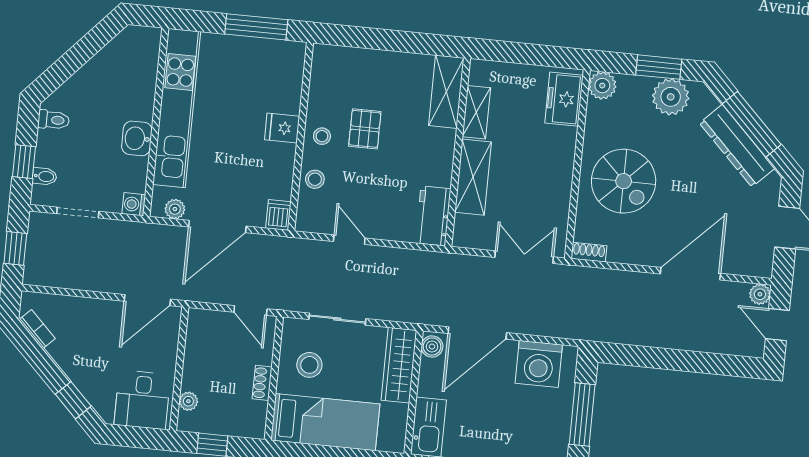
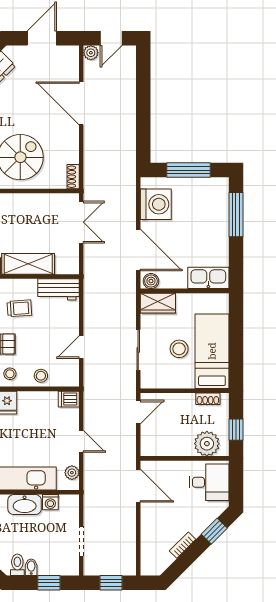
washbasin: (137, 138) -> (25, 505), width x1.38
trolley: (412, 159) -> (19, 308), added
bidet: (45, 176) -> (31, 567), moved
washing machine: (134, 204) -> (50, 502), moved
door: (217, 227) -> (81, 441), width x0.53
double door: (524, 257) -> (81, 222), swing flipped
bookcase: (37, 329) -> (183, 545), moved
stool: (309, 365) -> (179, 349), moved
wardrobe: (399, 365) -> (158, 303), width x0.67
shoe rack: (262, 383) -> (208, 399), moved
plant: (188, 401) -> (207, 444), width x1.88, depth x1.88

